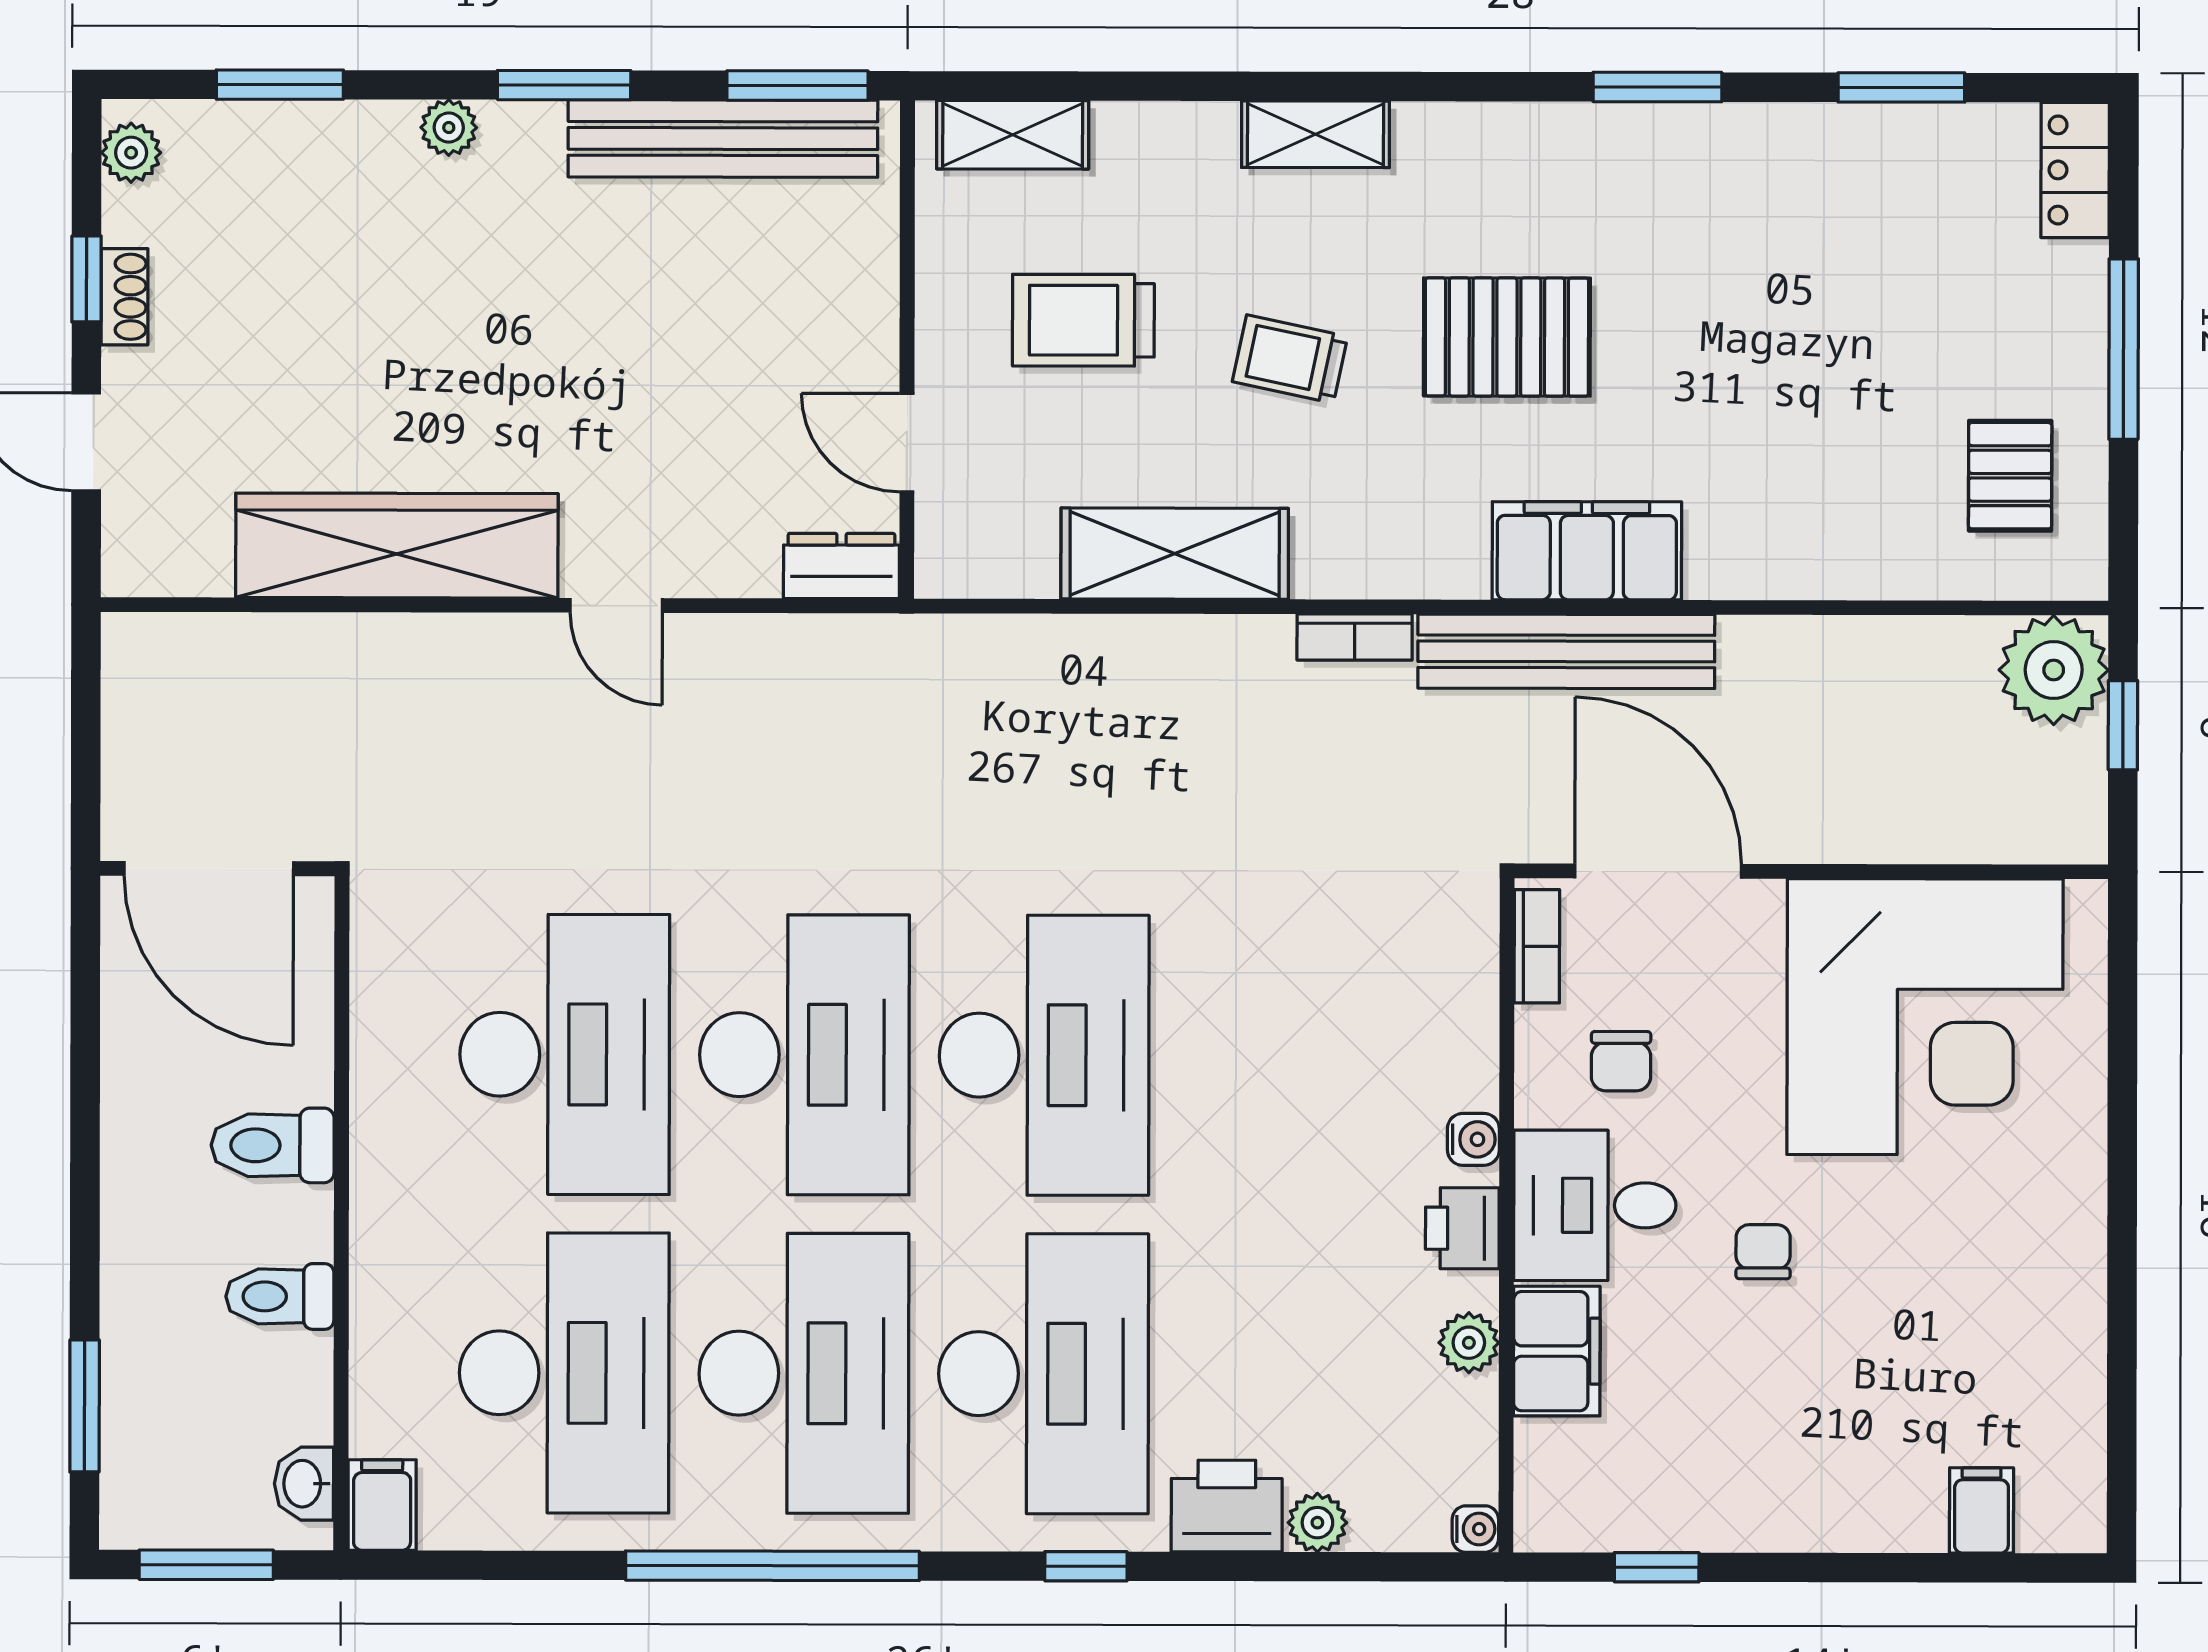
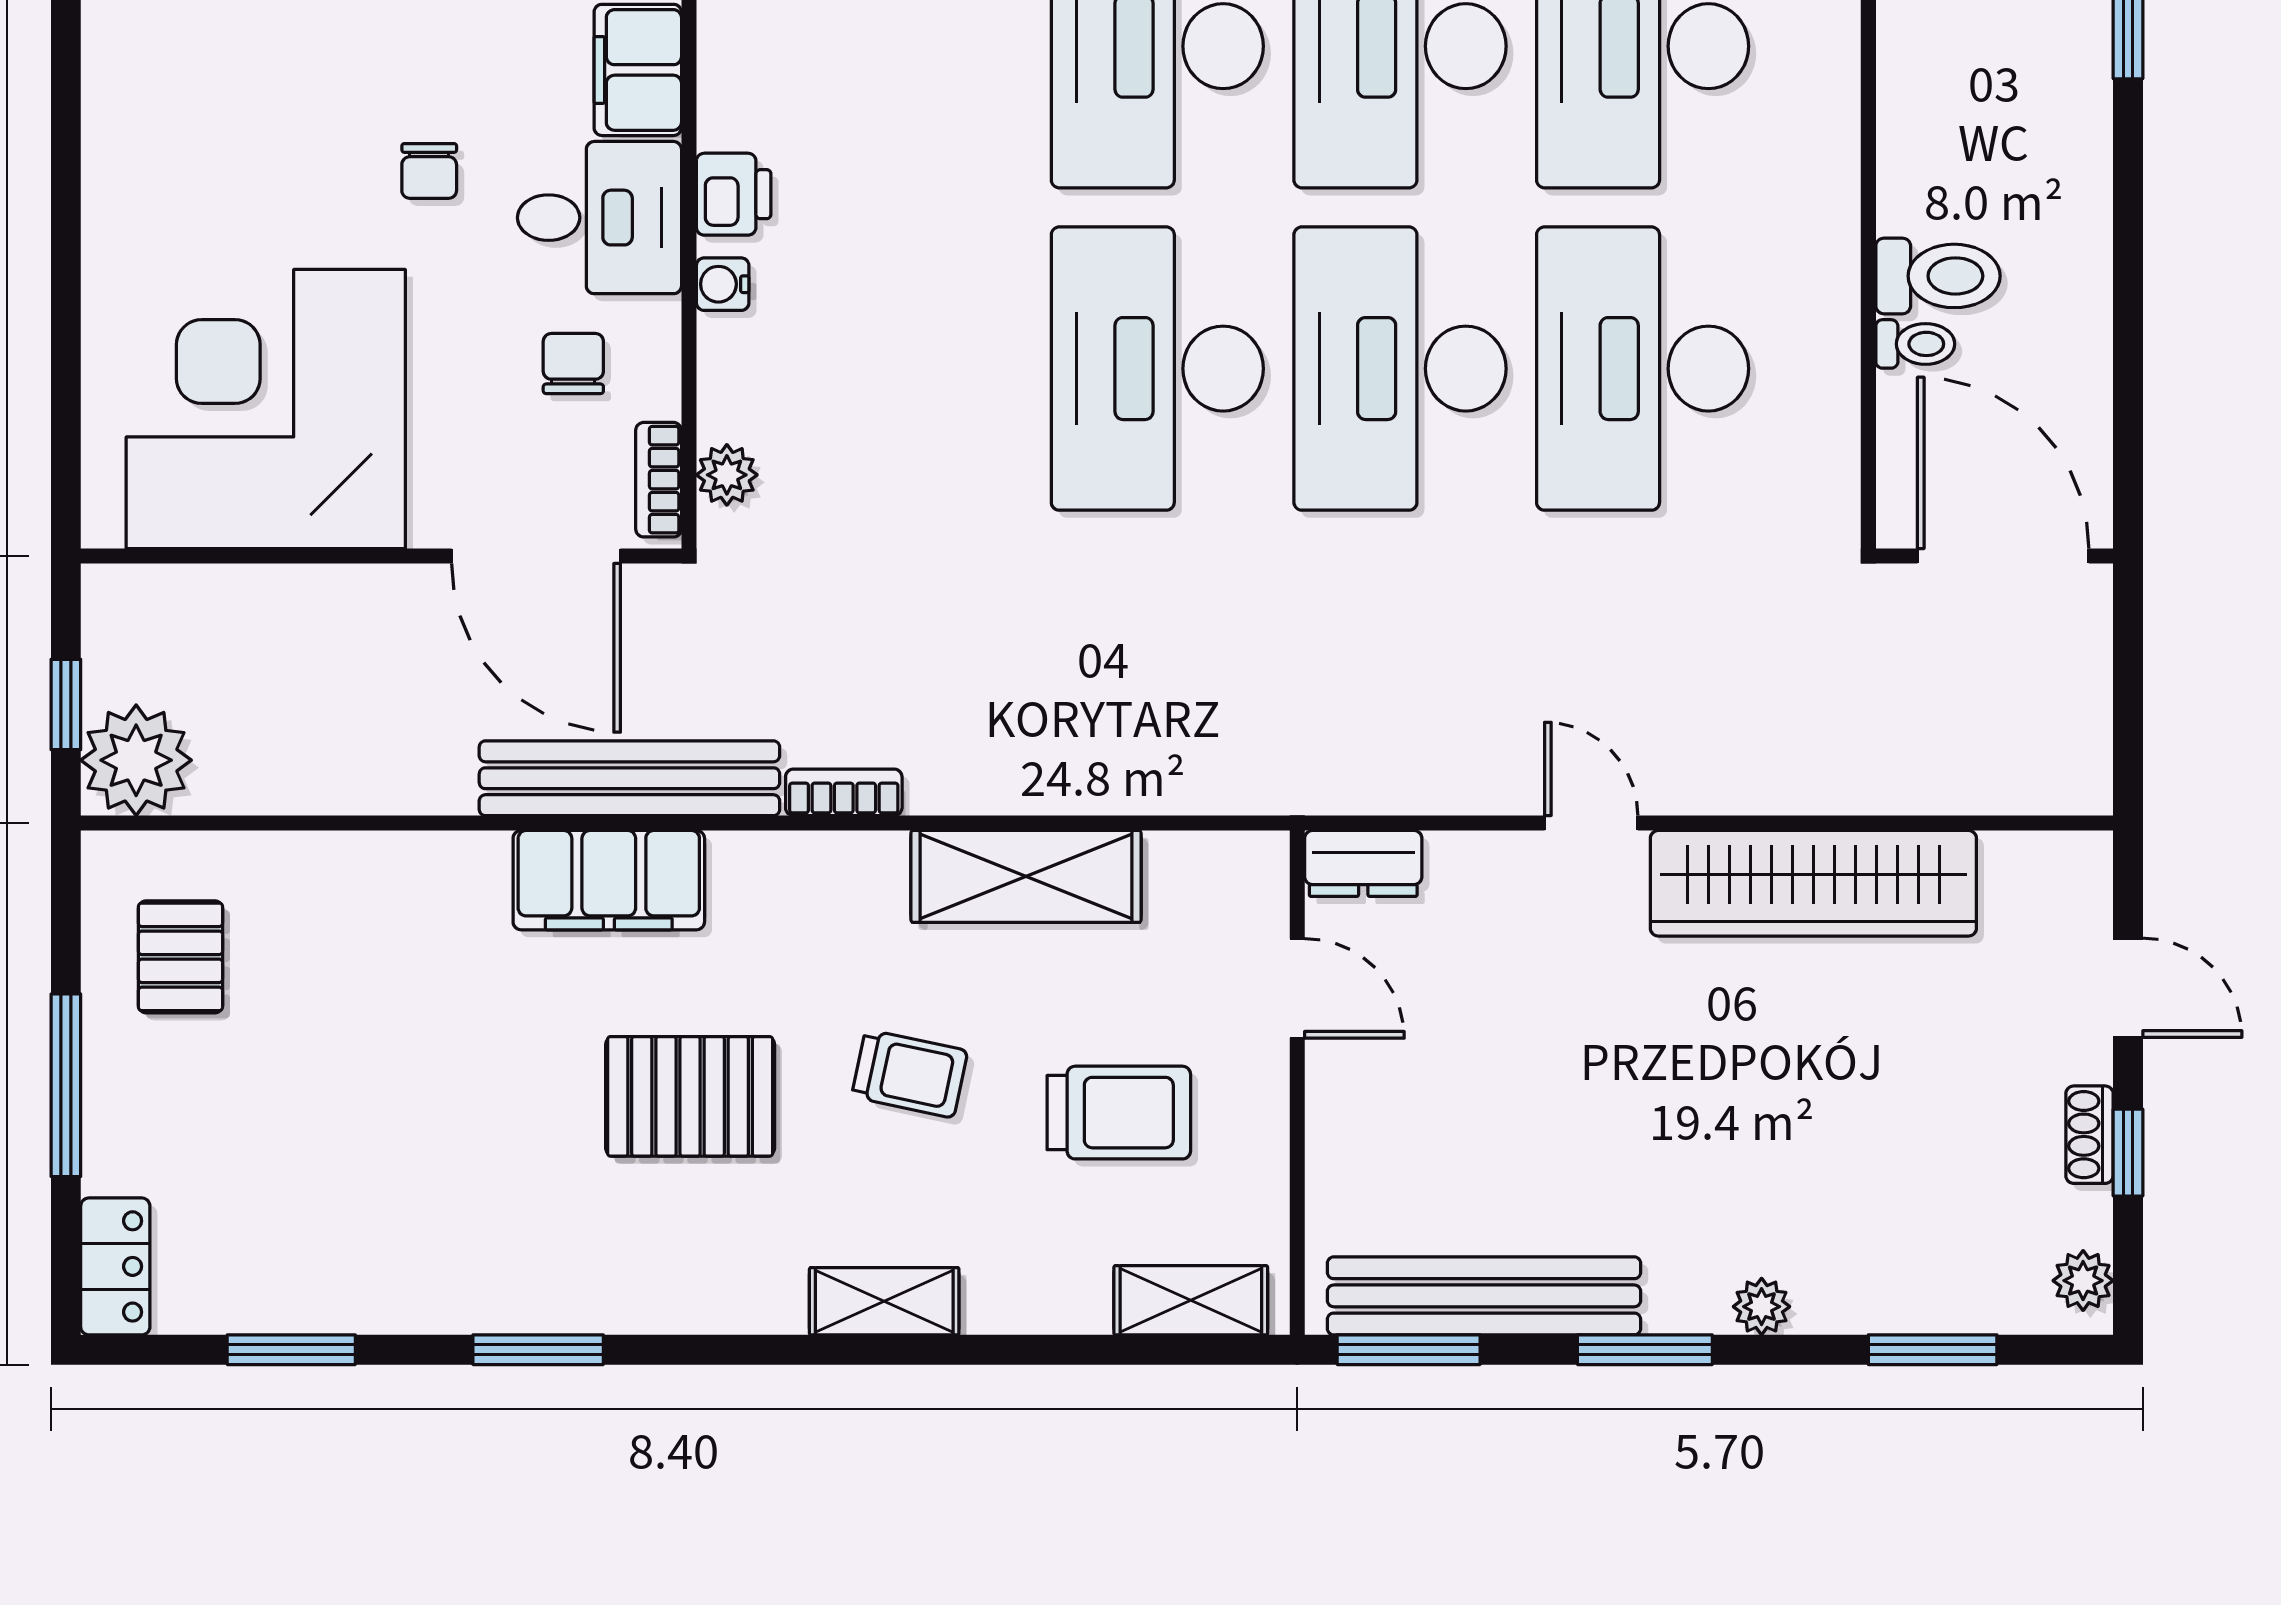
toilet: (280, 1296) -> (1915, 344), moved, width x0.73, depth x0.72
plant: (1469, 1343) -> (727, 475), moved

